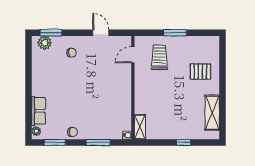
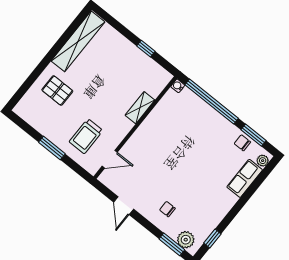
window: (28, 57) -> (212, 239), added
shelving: (212, 113) -> (78, 41), width x1.47
shelving: (140, 127) -> (140, 108), moved
chair: (72, 132) -> (242, 143), moved
window: (98, 142) -> (212, 101), width x2.11
window: (184, 142) -> (146, 49), moved

